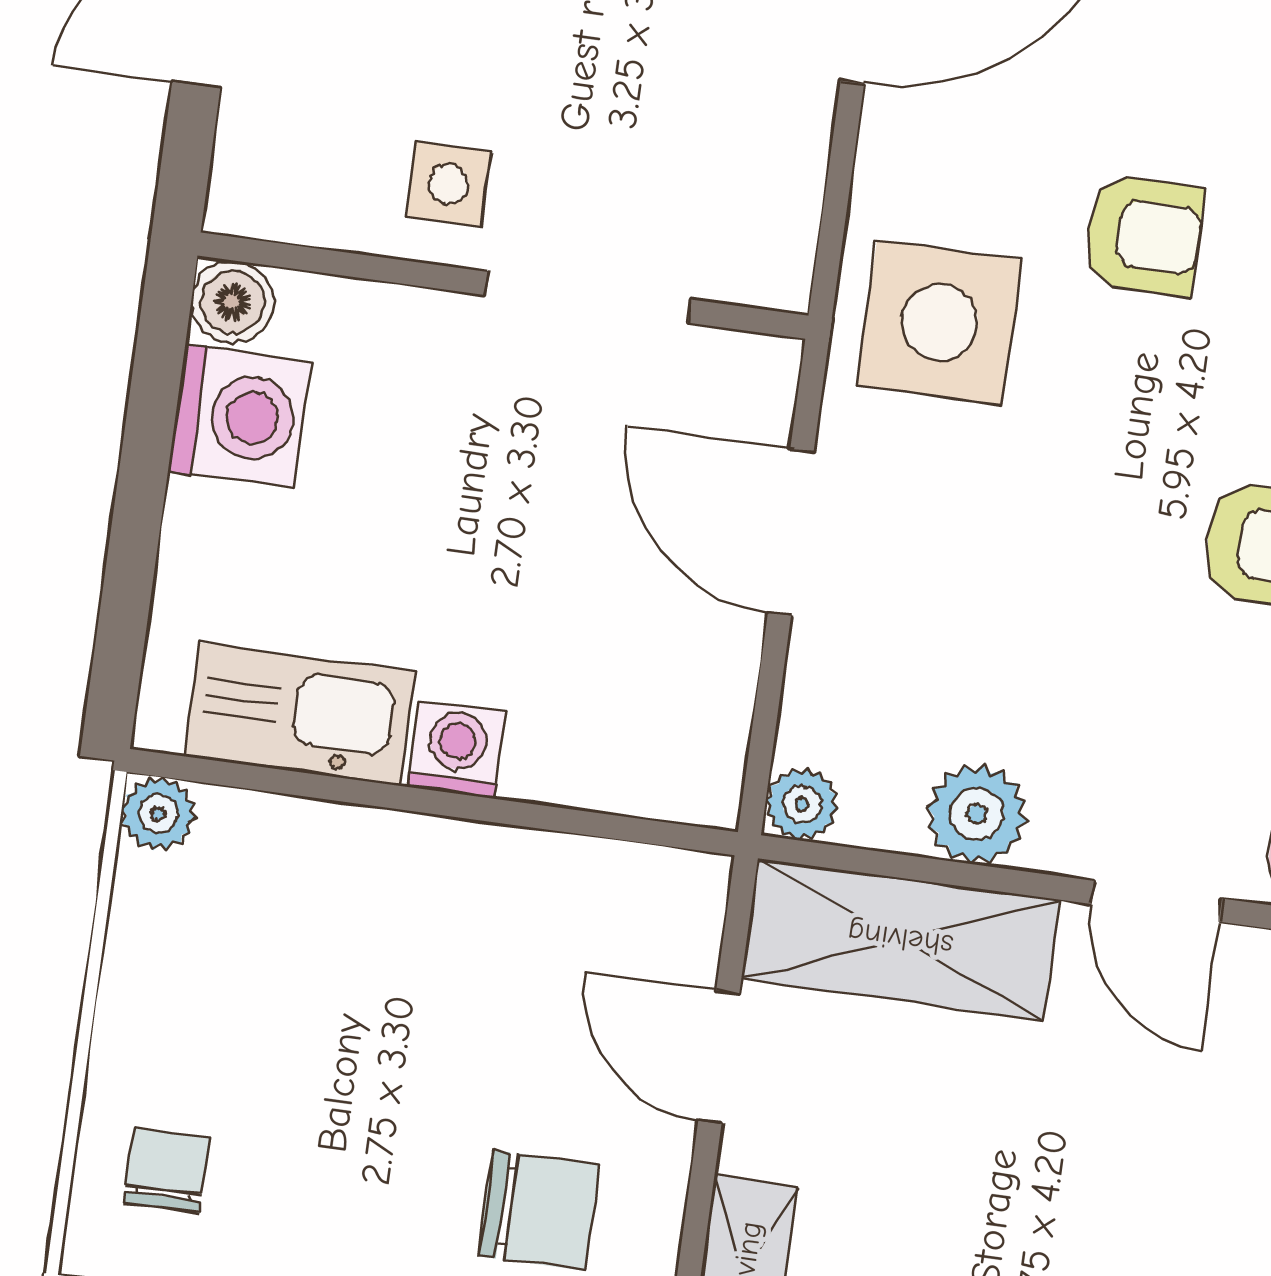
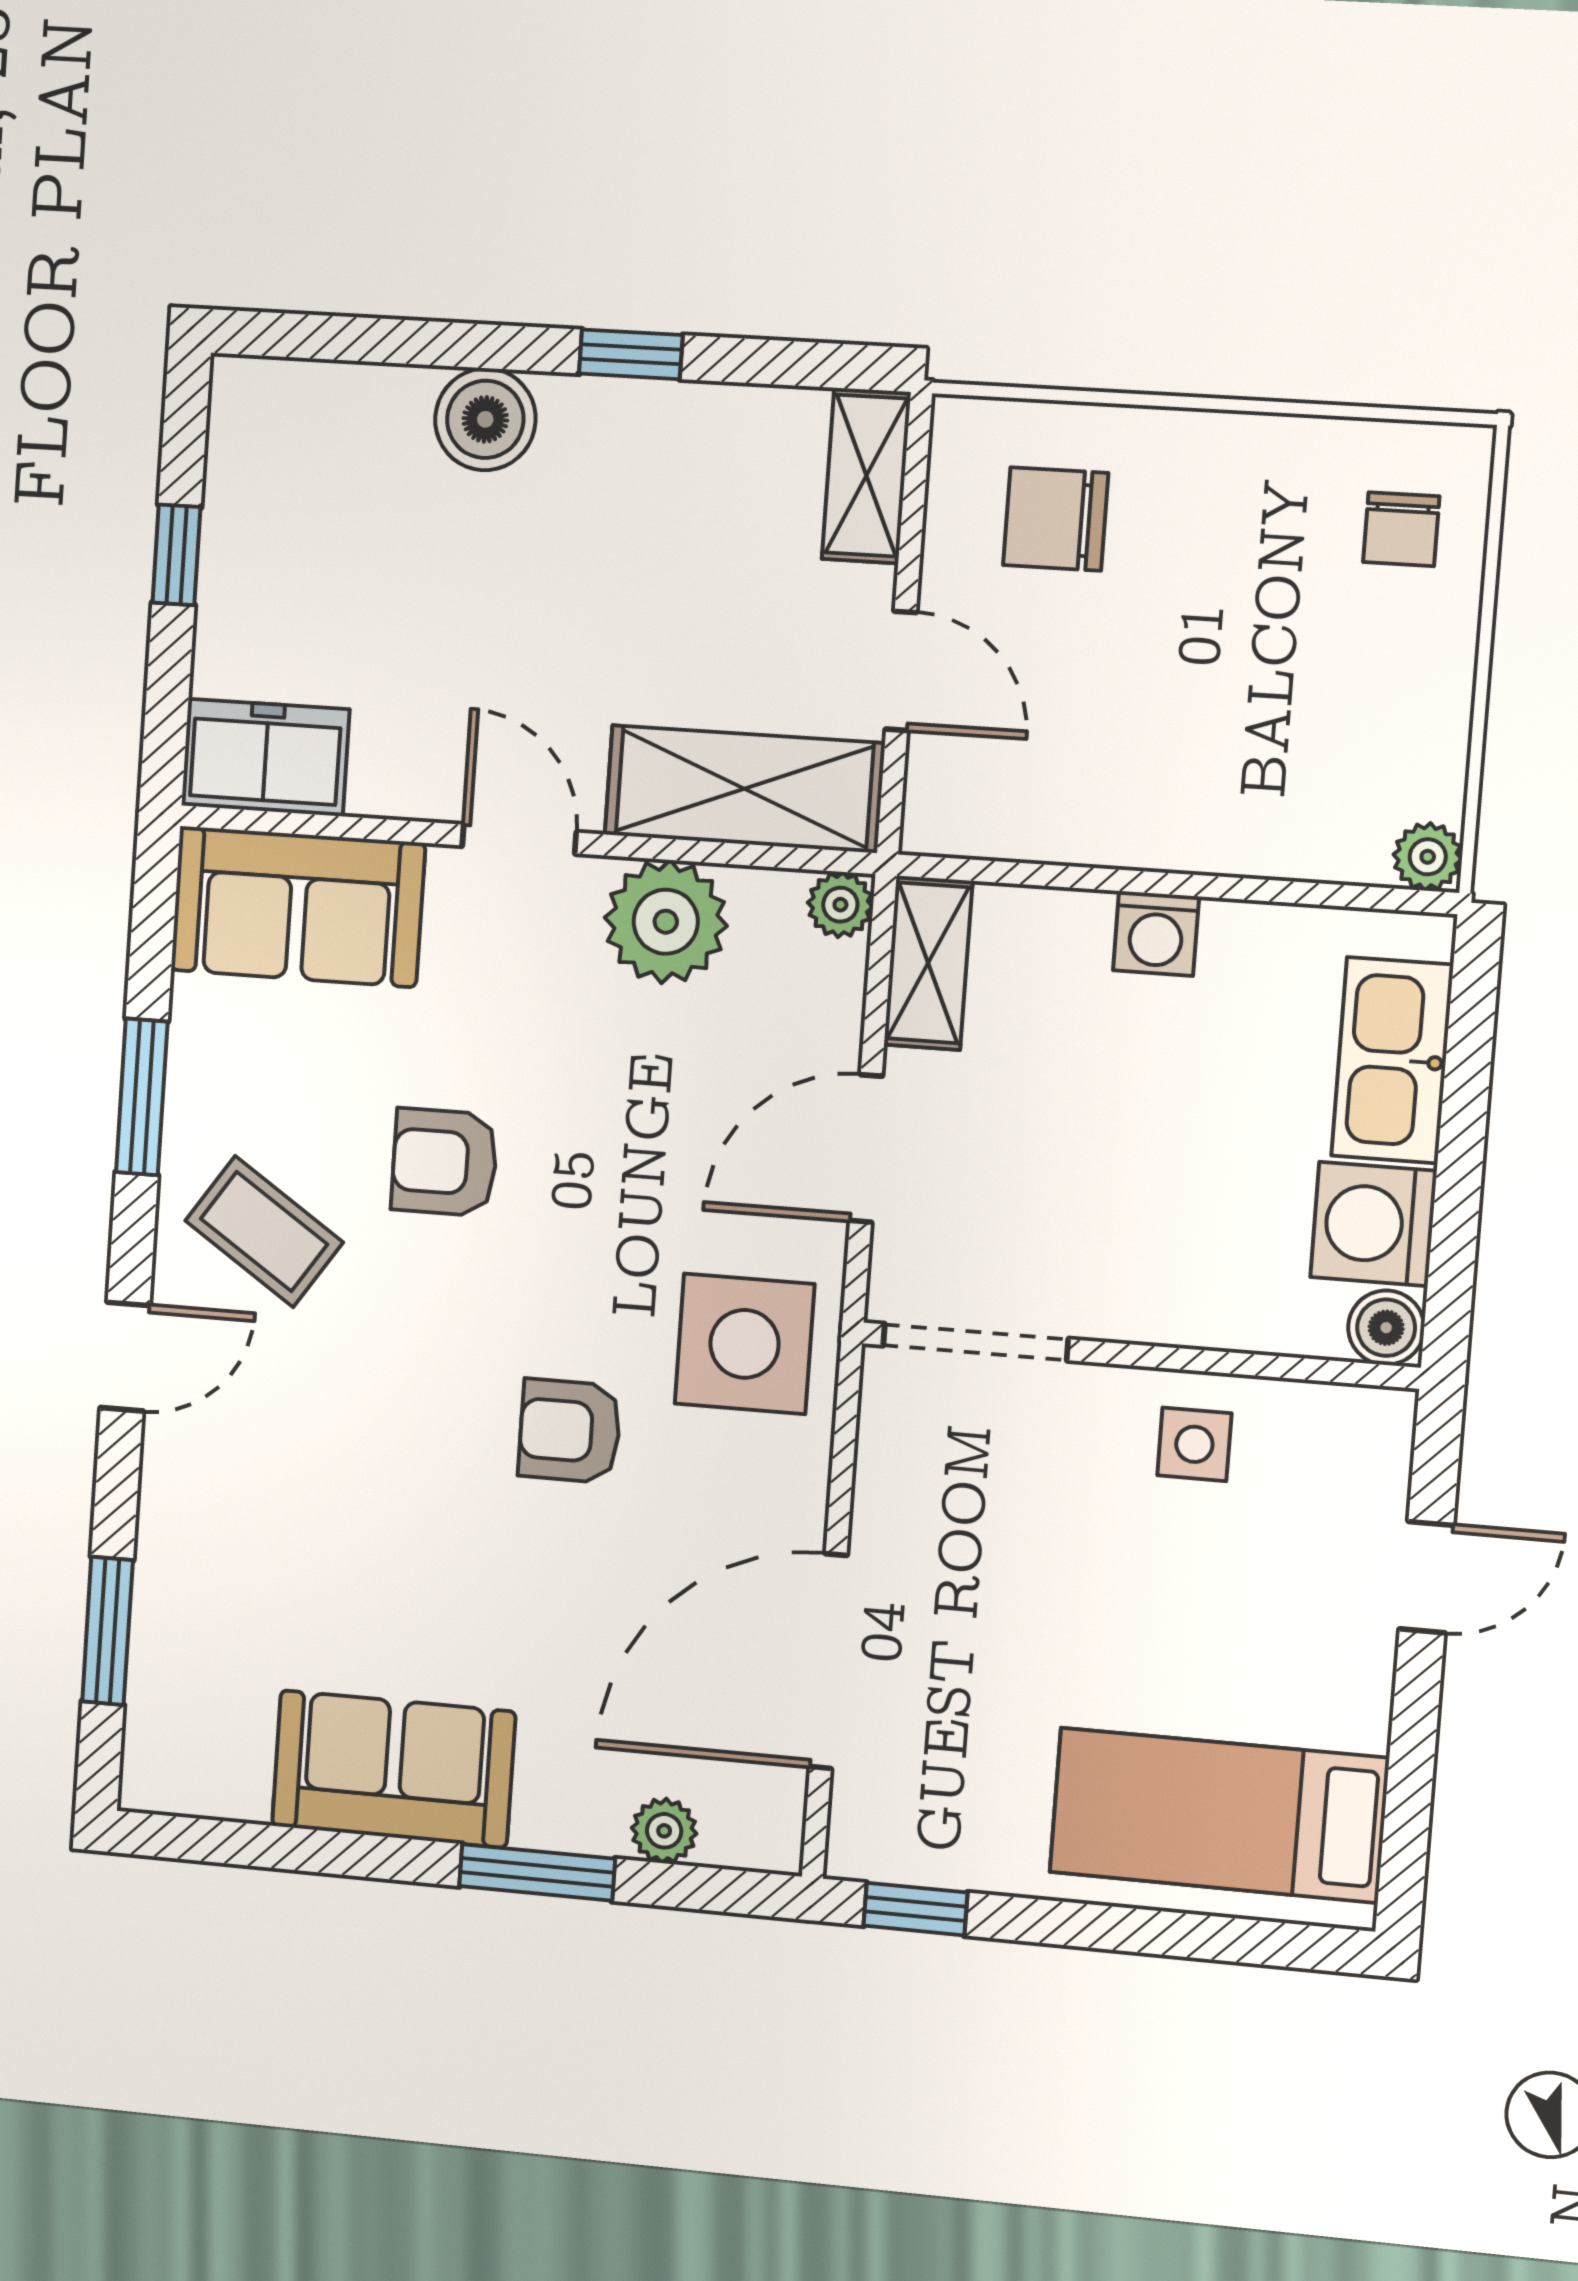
doorway: (588, 297) -> (976, 1342), moved
door: (791, 532) -> (866, 1148), swing flipped
kitchen sink: (300, 714) -> (1392, 1060), moved, turned 90
shelving: (709, 734) -> (928, 963), added
plant: (977, 814) -> (666, 922), width x1.36, depth x1.36

